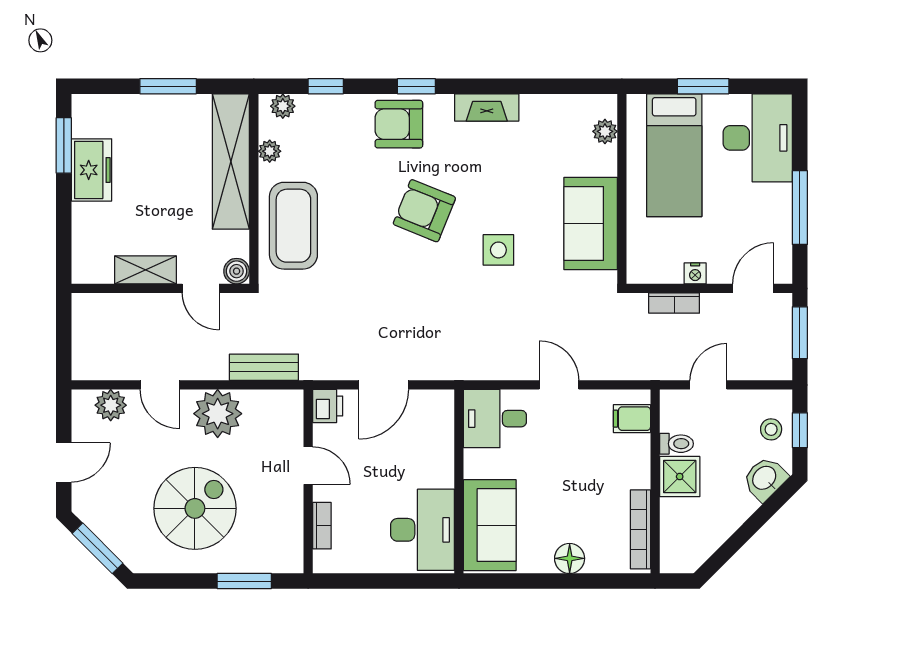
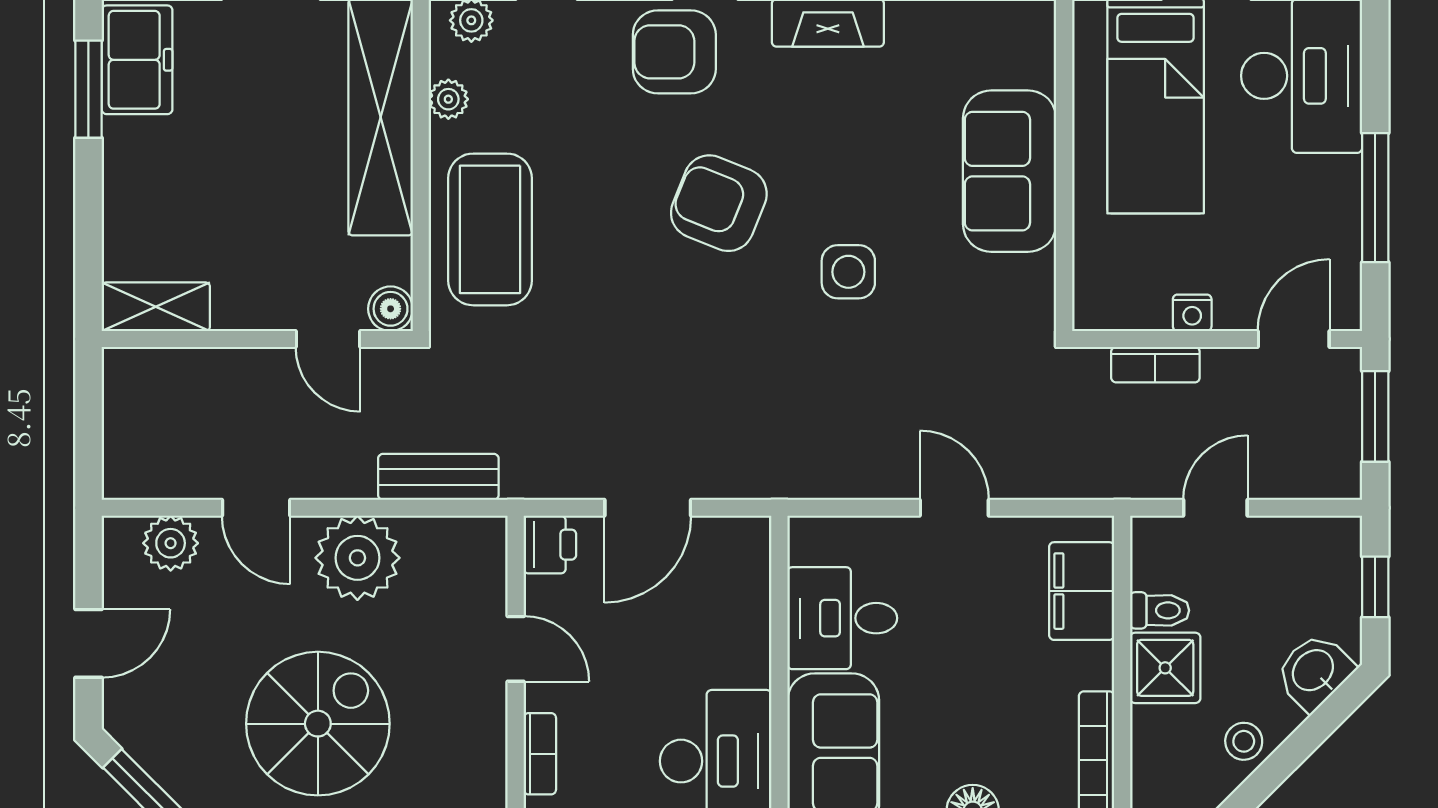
plant: (605, 131) -> (1035, 65), removed
freezer: (92, 170) -> (137, 60), moved
sofa: (591, 224) -> (1010, 171), moved
shelving: (146, 270) -> (156, 307), moved
desk: (495, 419) -> (842, 618), moved
filing cabinet: (632, 419) -> (1082, 591), width x2.00
stool: (771, 429) -> (1244, 741), moved

